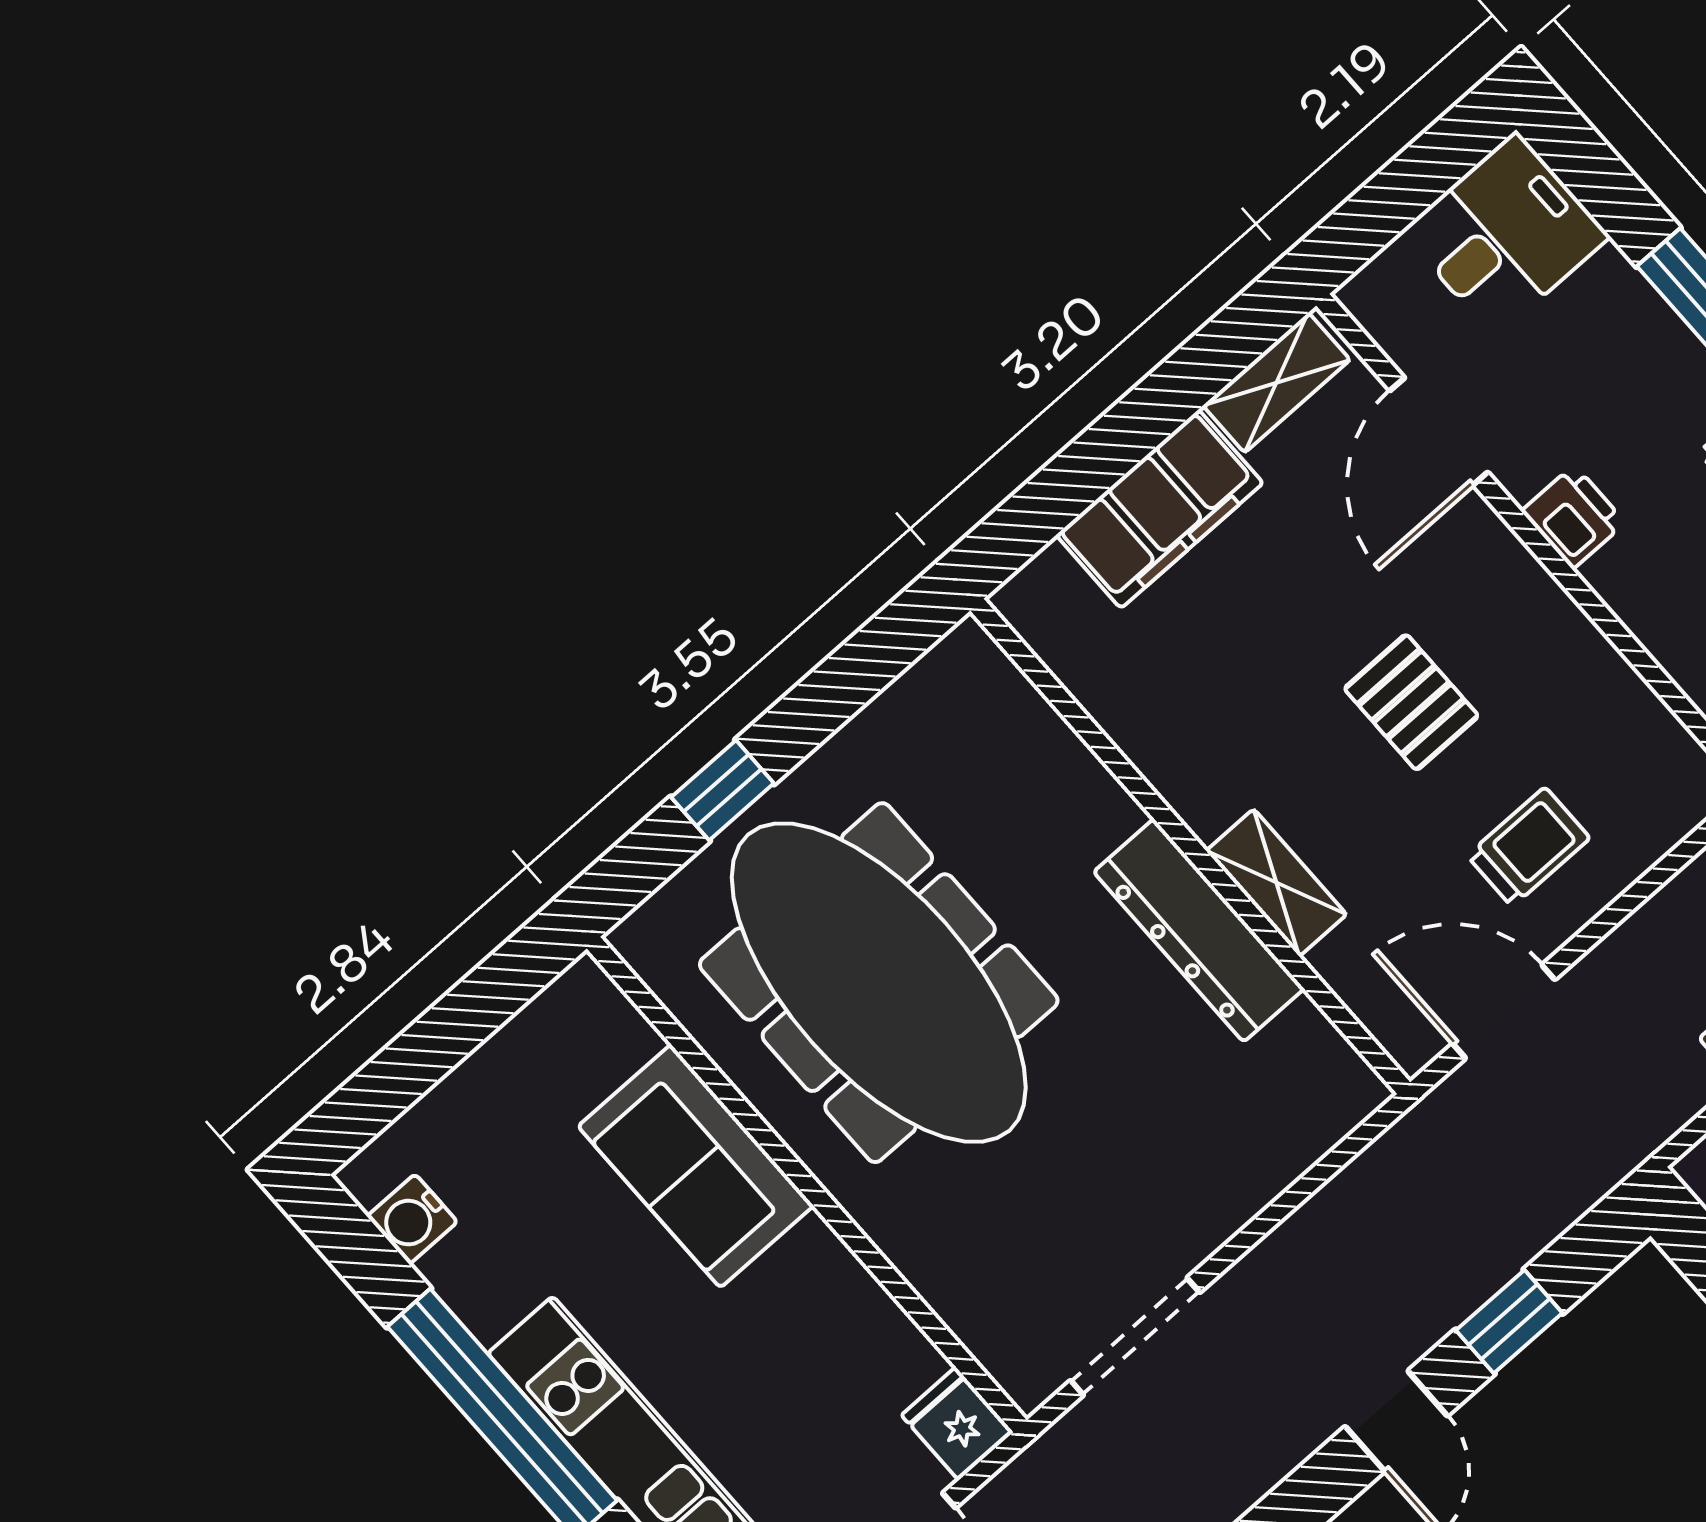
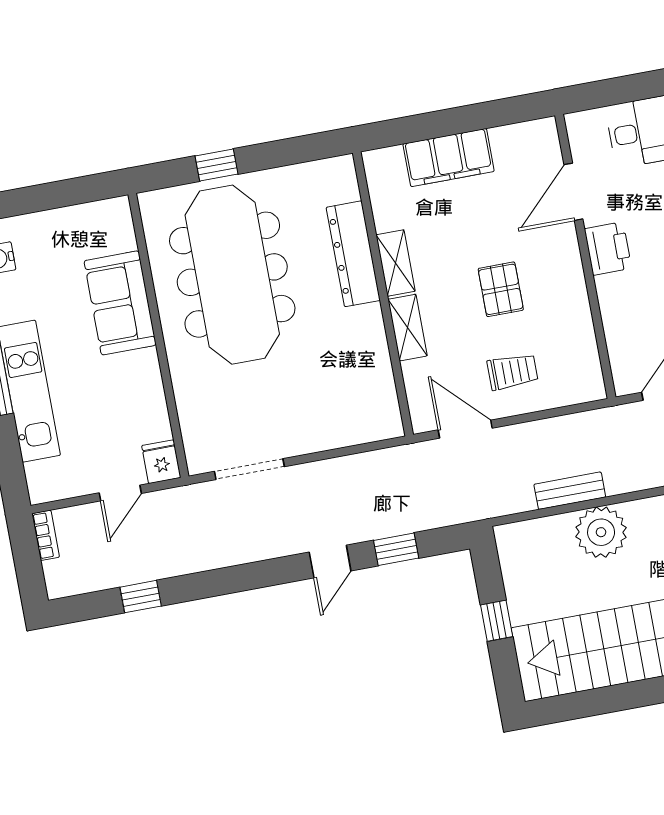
shelving: (1277, 383) -> (396, 263), moved, turned 90
printer: (1573, 517) -> (608, 249), width x1.36, depth x1.24
dresser: (1199, 930) -> (353, 254), moved

